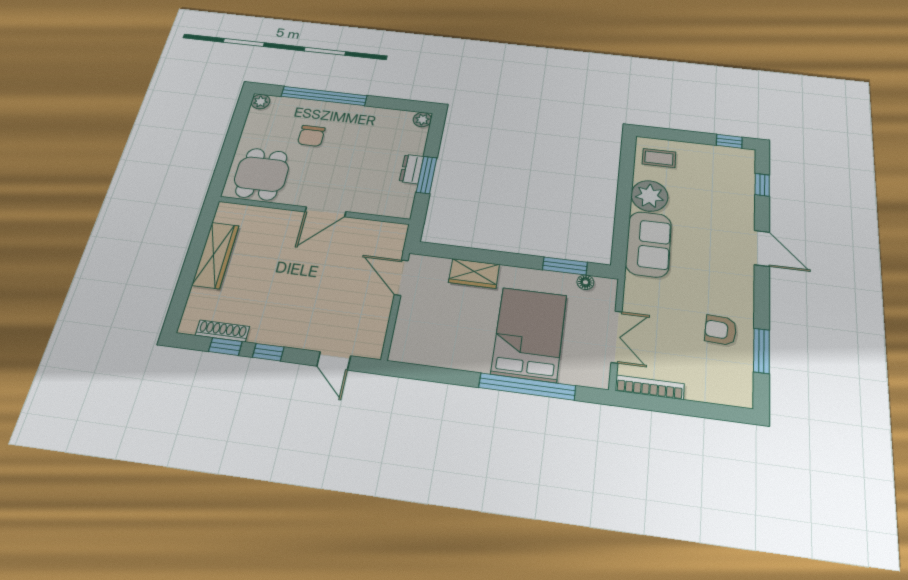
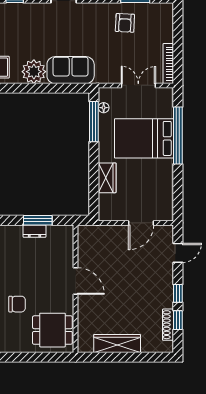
window: (565, 266) -> (94, 122), width x1.44
door: (401, 278) -> (141, 223), moved

